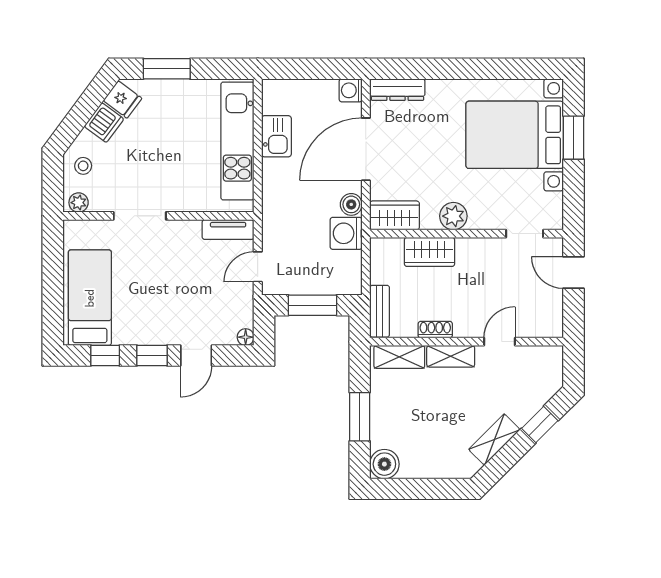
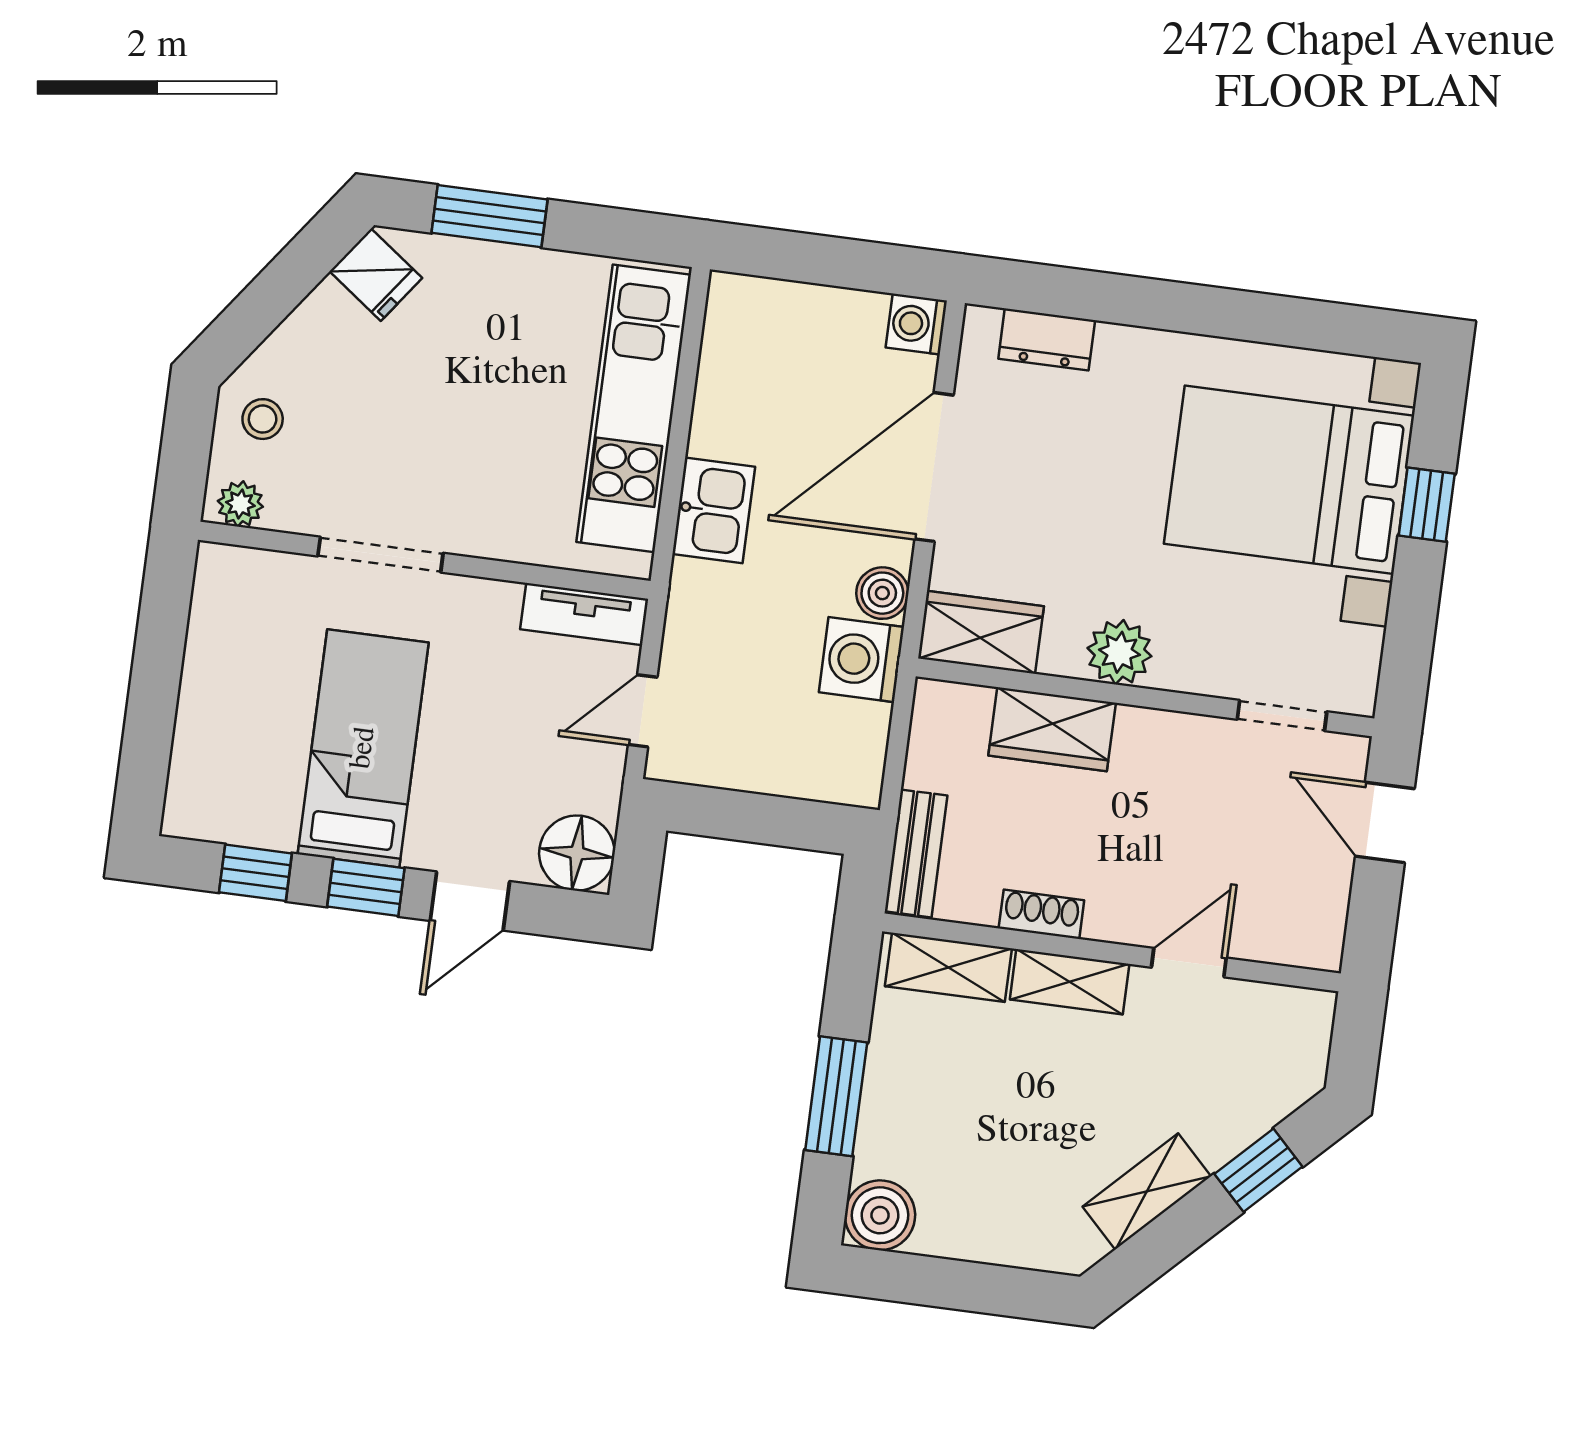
dresser: (398, 90) -> (1047, 339), width x0.70
dishwasher: (104, 123) -> (325, 324), removed
kitchen sink: (276, 136) -> (714, 510), moved
window: (573, 138) -> (1427, 505), width x0.67
bed: (90, 298) -> (363, 748), moved
window: (313, 305) -> (760, 819), removed
floor lamp: (246, 337) -> (577, 853), width x1.89, depth x1.89

